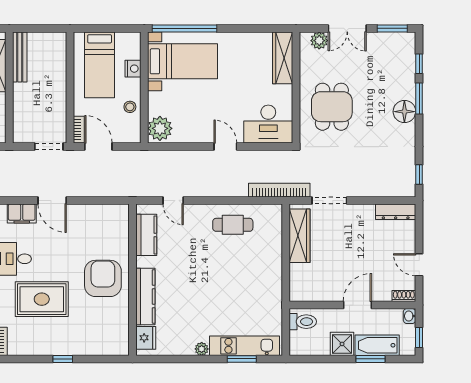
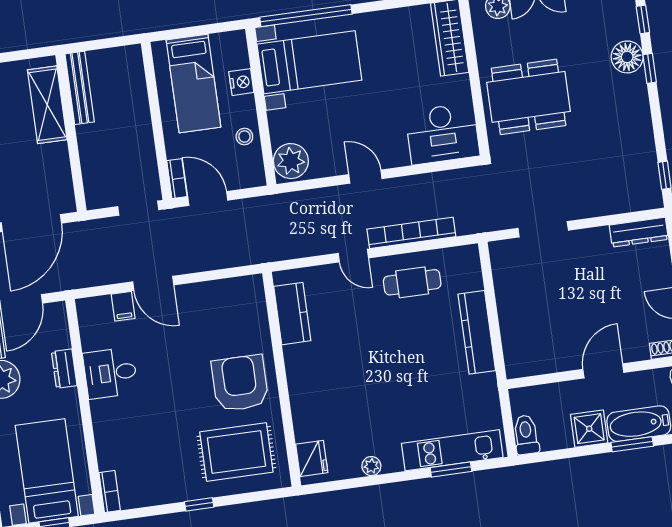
window: (419, 99) -> (650, 68), width x0.67
dining table: (332, 107) -> (529, 97), width x1.38
floor lamp: (404, 112) -> (627, 57), moved
door: (225, 147) -> (365, 177), moved
bookcase: (279, 190) -> (411, 233), moved
door: (173, 200) -> (353, 256), moved
filing cabinet: (22, 213) -> (123, 306), width x0.50
wardrobe: (300, 236) -> (508, 285), removed
kitchen counter: (145, 297) -> (477, 332), moved, turned 180
rug: (42, 299) -> (236, 452), moved
toilet: (303, 322) -> (526, 435), moved, turned -90
plant: (202, 349) -> (371, 466), moved

